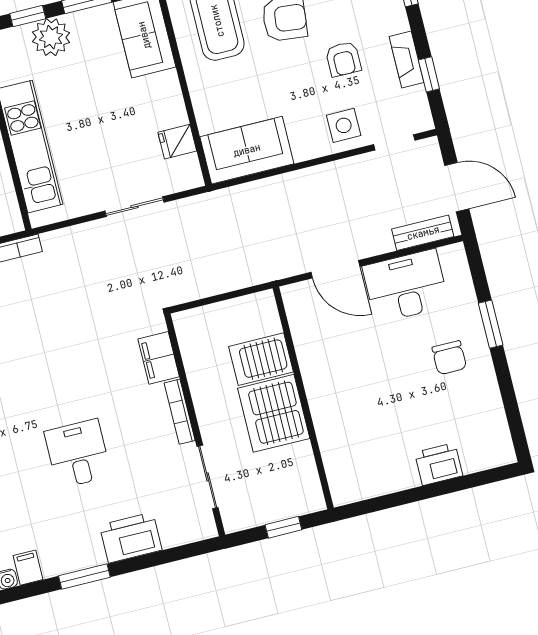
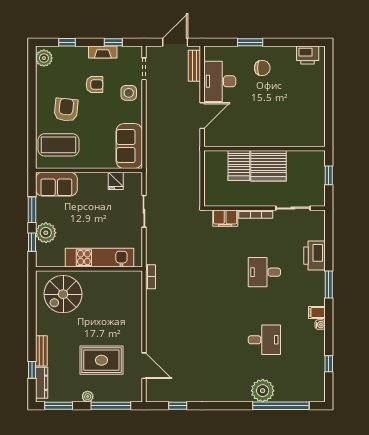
printer: (439, 464) -> (308, 55), moved, turned -90

